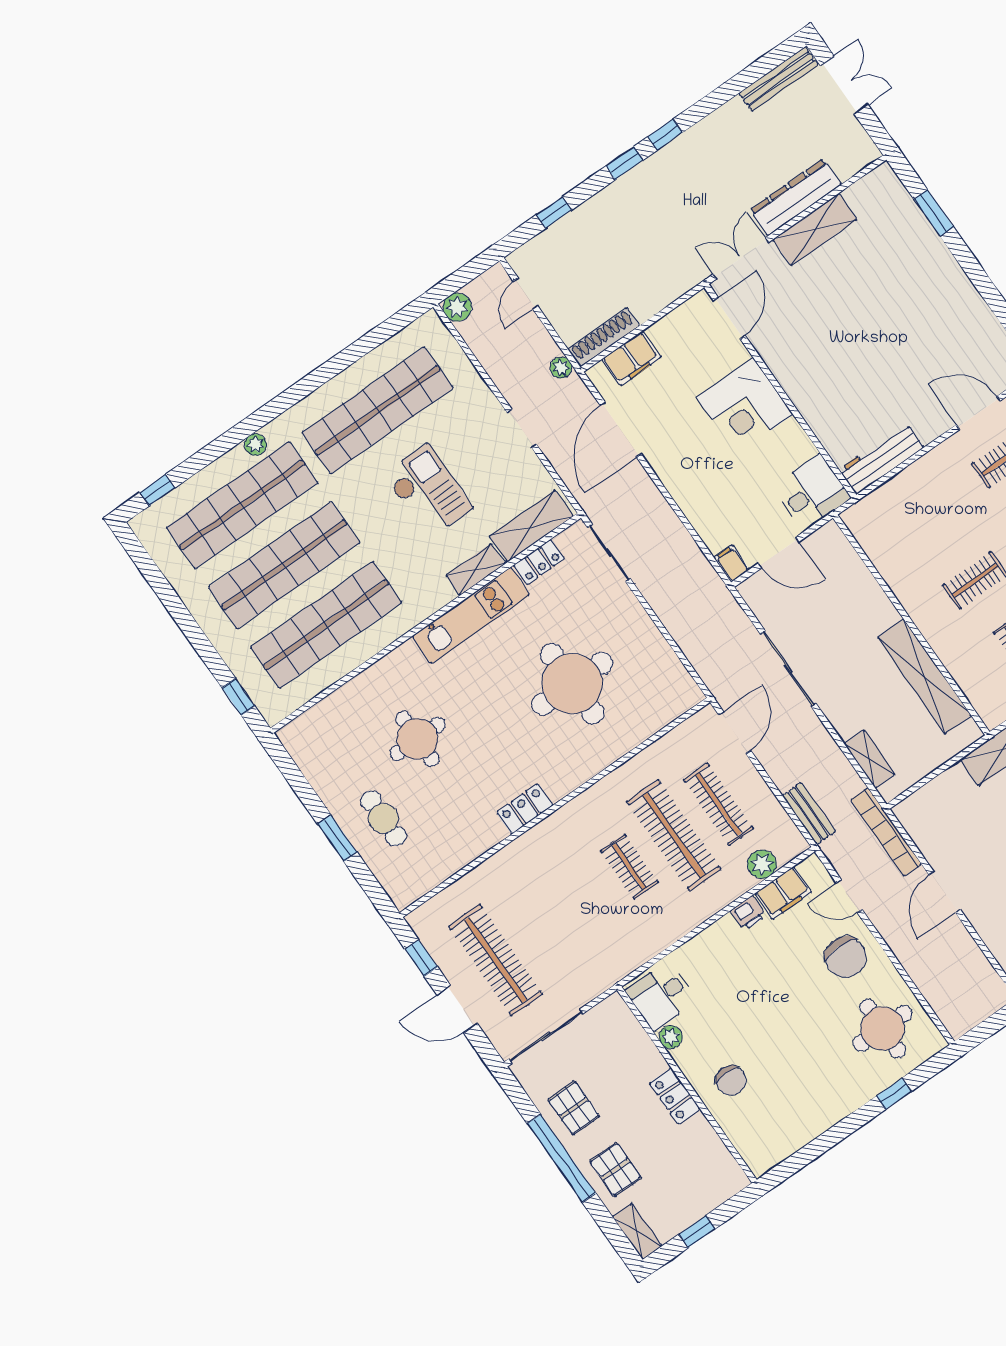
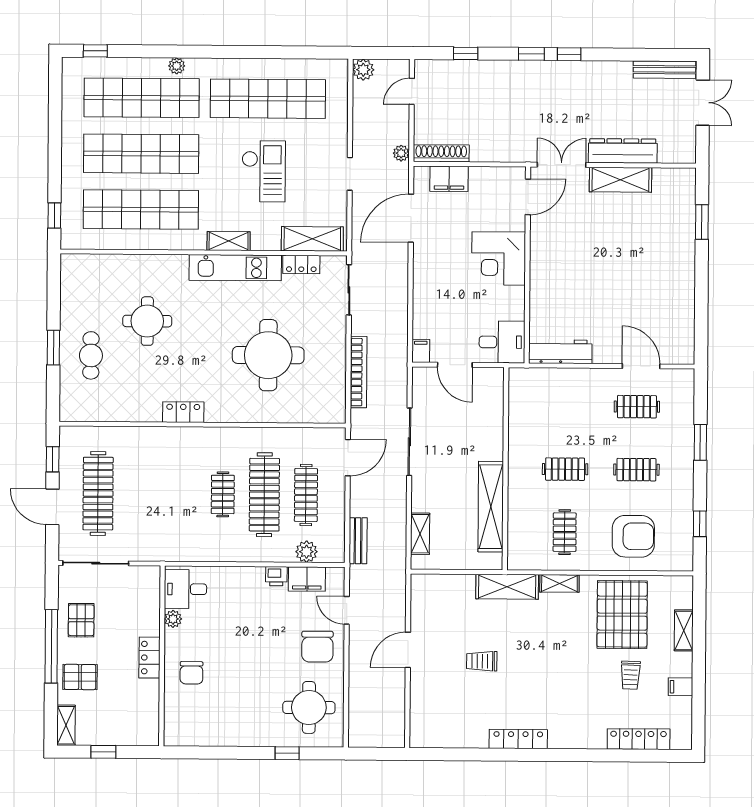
shelving: (476, 569) -> (229, 241), moved
bookcase: (886, 832) -> (359, 372), moved, turned 180
pallet: (615, 1169) -> (80, 677), turned 90

